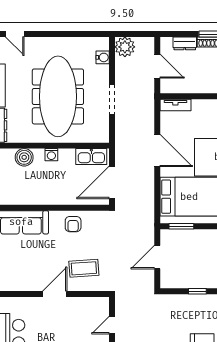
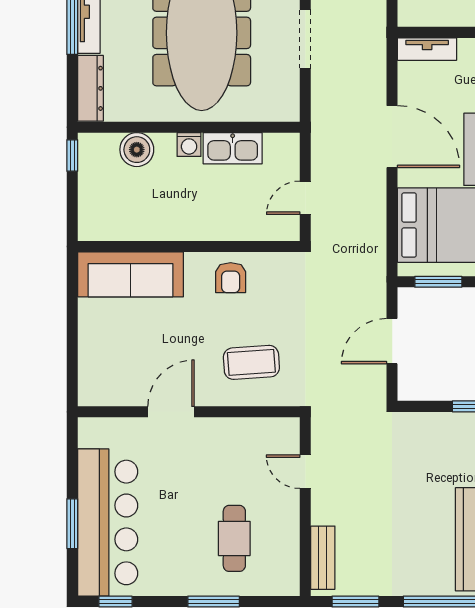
kitchen sink: (91, 157) -> (233, 148), moved
door: (112, 182) -> (305, 198), width x0.53
door: (55, 294) -> (171, 412), moved
door: (112, 325) -> (305, 472), hinge flipped

